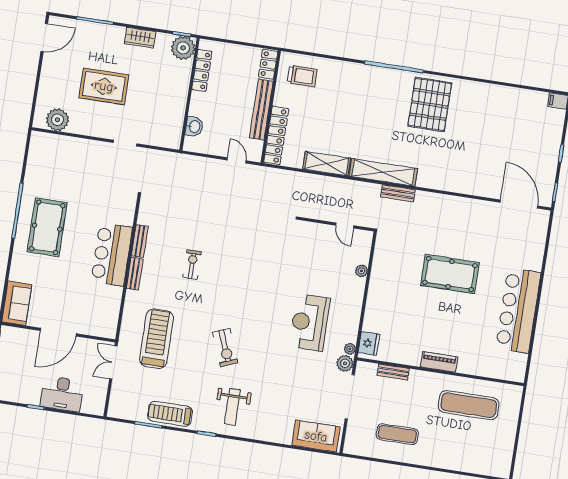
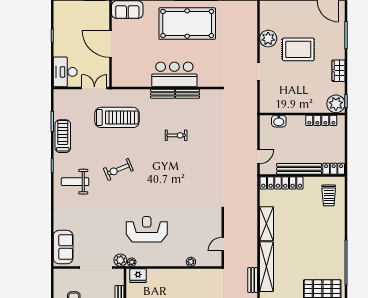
rug: (104, 86) -> (298, 49), turned 90
plant: (57, 120) -> (268, 39), moved
pool table: (47, 227) -> (187, 24), width x1.36, depth x1.32
desk: (62, 394) -> (65, 72), moved

